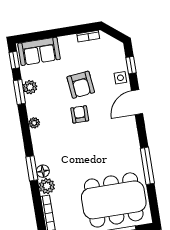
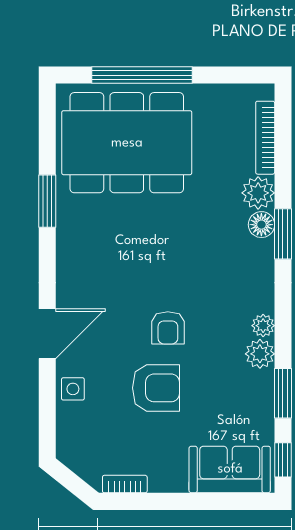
window: (131, 65) -> (47, 411), removed
armchair: (81, 85) -> (156, 388), turned 96
plant: (30, 87) -> (260, 354), moved
window: (147, 166) -> (47, 201), width x0.69

